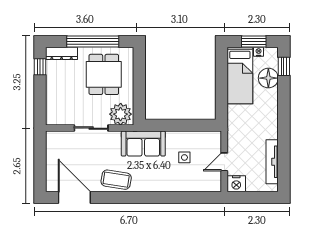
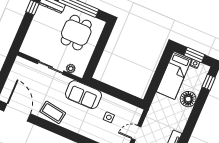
floor lamp: (268, 78) -> (188, 99), moved
plant: (121, 114) -> (71, 69), width x0.53, depth x0.53

